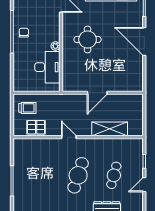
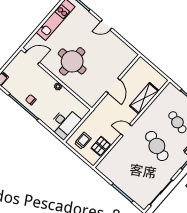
round table: (88, 39) -> (72, 61), width x1.36, depth x1.36
door: (144, 41) -> (106, 25), width x0.53
desk: (47, 67) -> (65, 123), moved, turned 90

